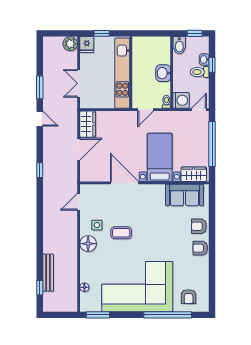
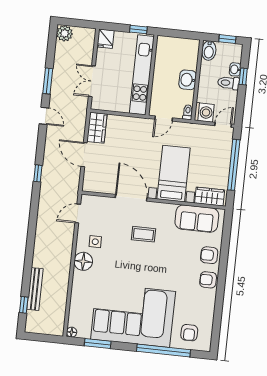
window: (102, 33) -> (138, 30), moved
plant: (70, 44) -> (65, 33), moved
door: (79, 149) -> (84, 155), swing flipped
coffee table: (121, 233) -> (143, 234), moved
floor lamp: (84, 287) -> (72, 332), moved
window: (98, 315) -> (98, 344), moved

